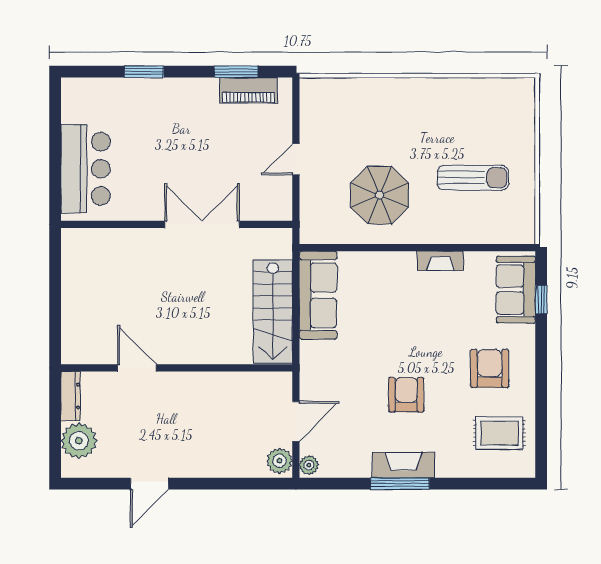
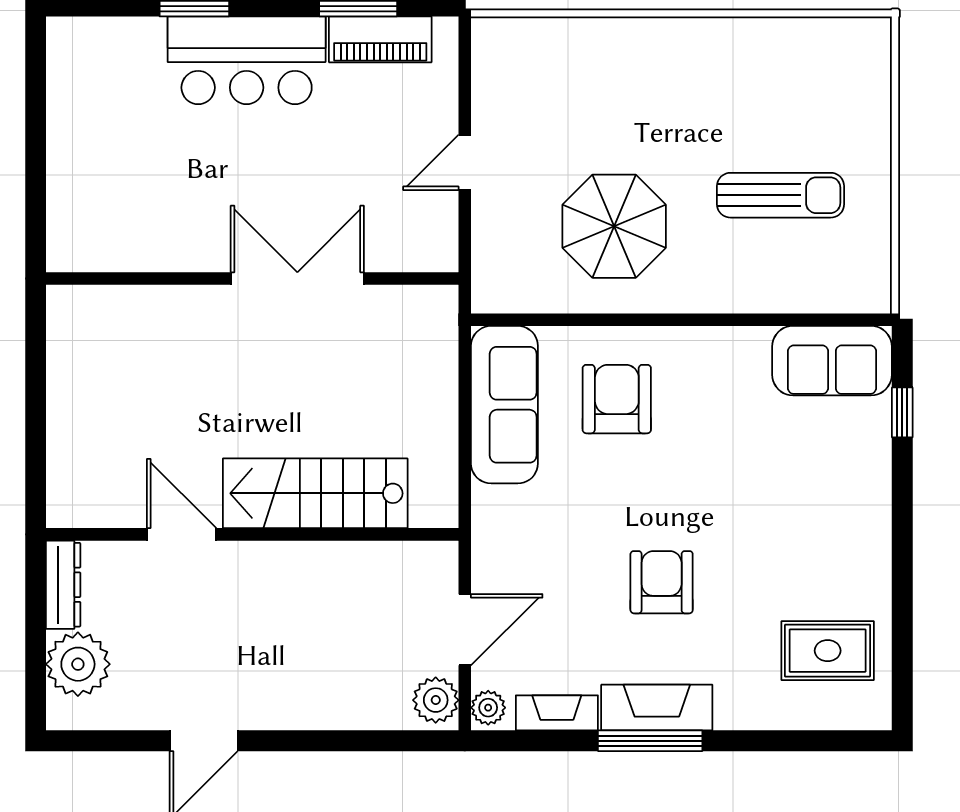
bar counter: (86, 169) -> (247, 60), moved, turned 90
fireplace: (440, 261) -> (557, 713), moved, turned 180
sofa: (516, 290) -> (832, 361), moved, turned -90
stairs: (273, 312) -> (315, 493), moved, turned 90
armchair: (490, 368) -> (617, 399), moved

